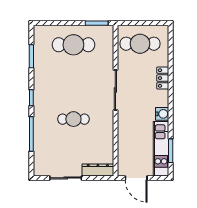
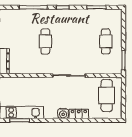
cafe table: (73, 45) -> (106, 41), width x0.73, depth x0.74
water cooler: (162, 114) -> (63, 114), moved

